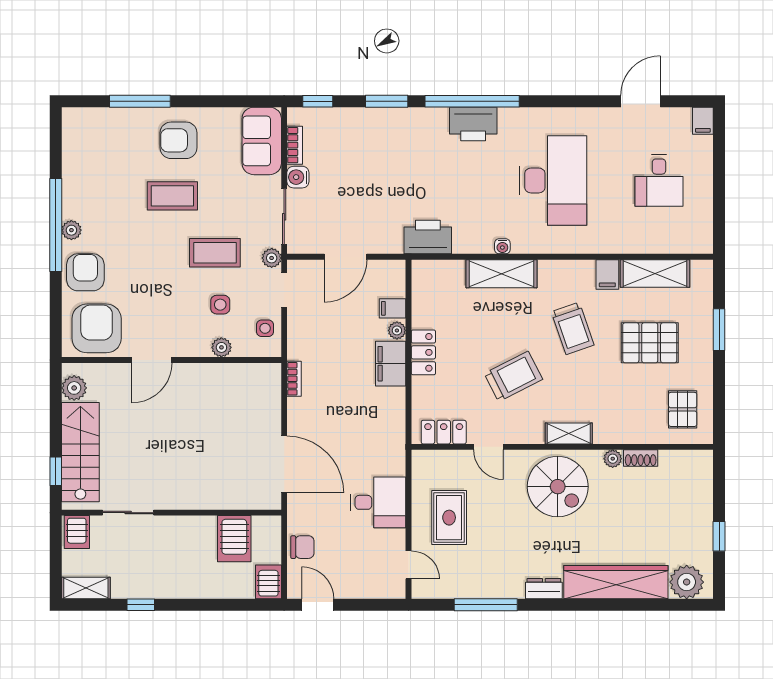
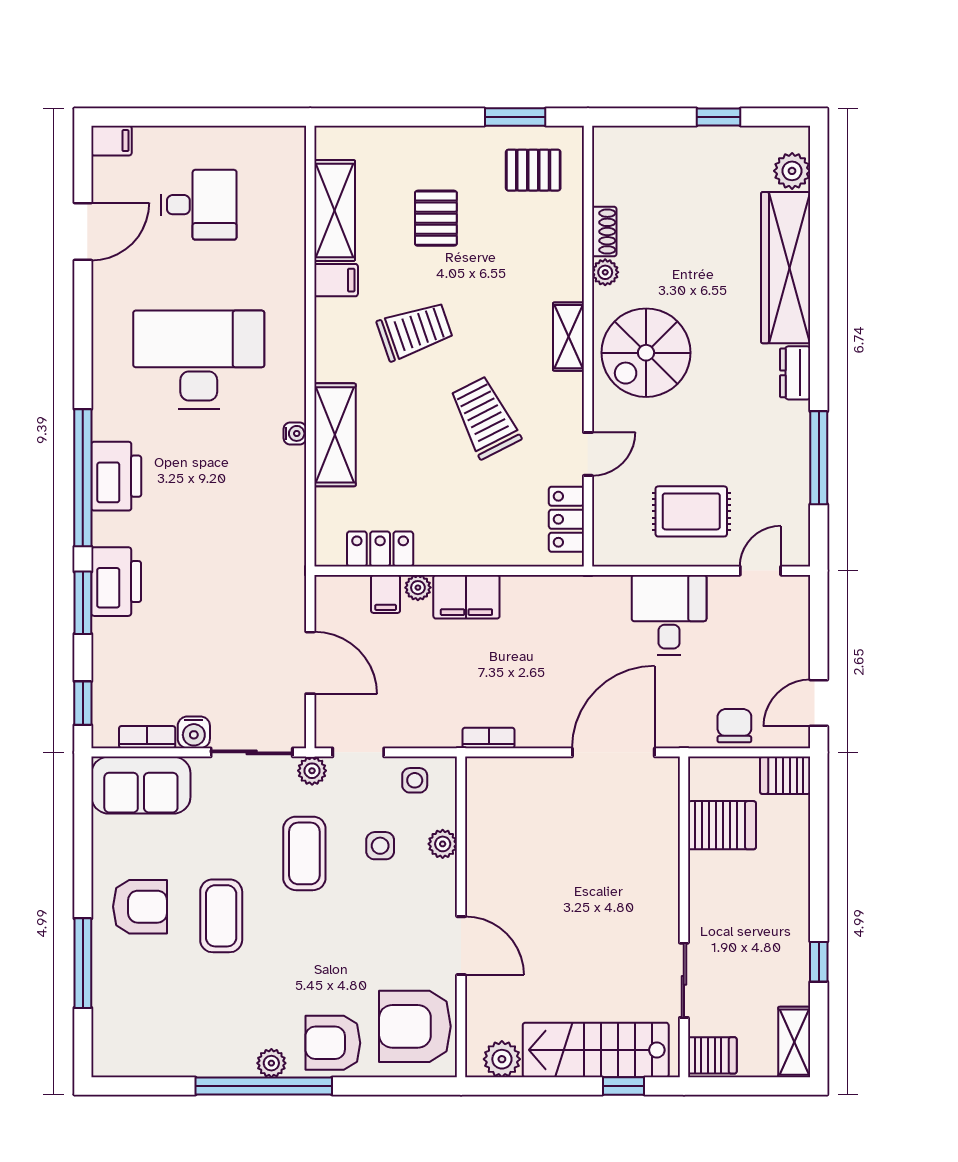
door: (641, 101) -> (83, 232), swing flipped
armchair: (179, 140) -> (140, 907), turned -90
printer: (428, 237) -> (116, 582), moved, turned 180
window: (719, 330) -> (515, 117), moved
pallet: (650, 343) -> (436, 218), width x0.67, depth x0.71
locker: (423, 352) -> (380, 549), moved
spiral stairs: (558, 487) -> (646, 353), turned 180
plant: (687, 582) -> (792, 171), width x0.73, depth x0.73

